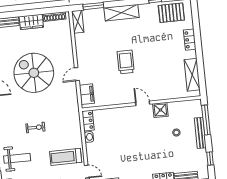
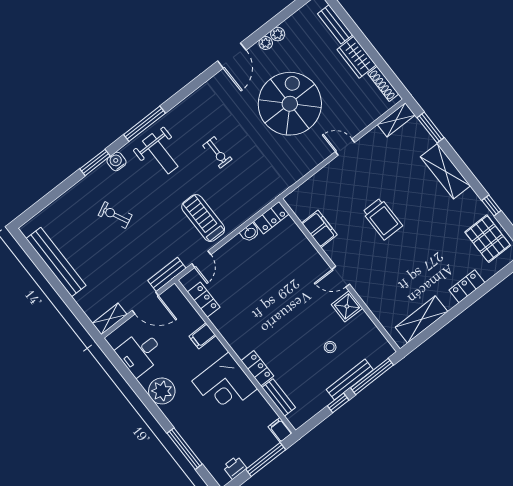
trolley: (126, 62) -> (382, 219), turned 90
door: (77, 74) -> (345, 147), moved
filing cabinet: (87, 94) -> (319, 229), moved, turned -90
door: (143, 103) -> (341, 277), swing flipped
window: (210, 159) -> (338, 403), moved

